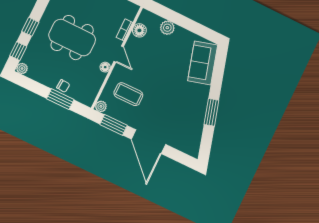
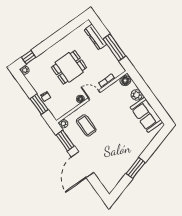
window: (30, 27) -> (45, 45), removed
floor lamp: (139, 30) -> (125, 80), moved
dining table: (72, 38) -> (69, 67), width x0.73
door: (119, 54) -> (94, 95), swing flipped
sofa: (203, 63) -> (146, 115), moved, turned -74

